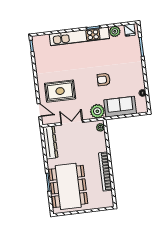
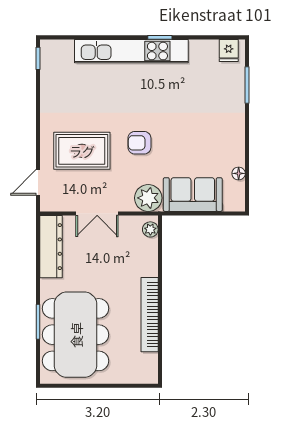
plant: (115, 31) -> (200, 50), removed
armchair: (104, 80) -> (139, 143), moved
door: (39, 110) -> (38, 182), swing flipped
double door: (72, 122) -> (97, 214), swing flipped

